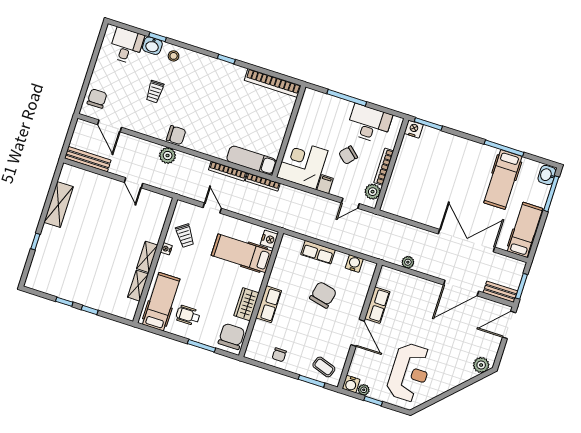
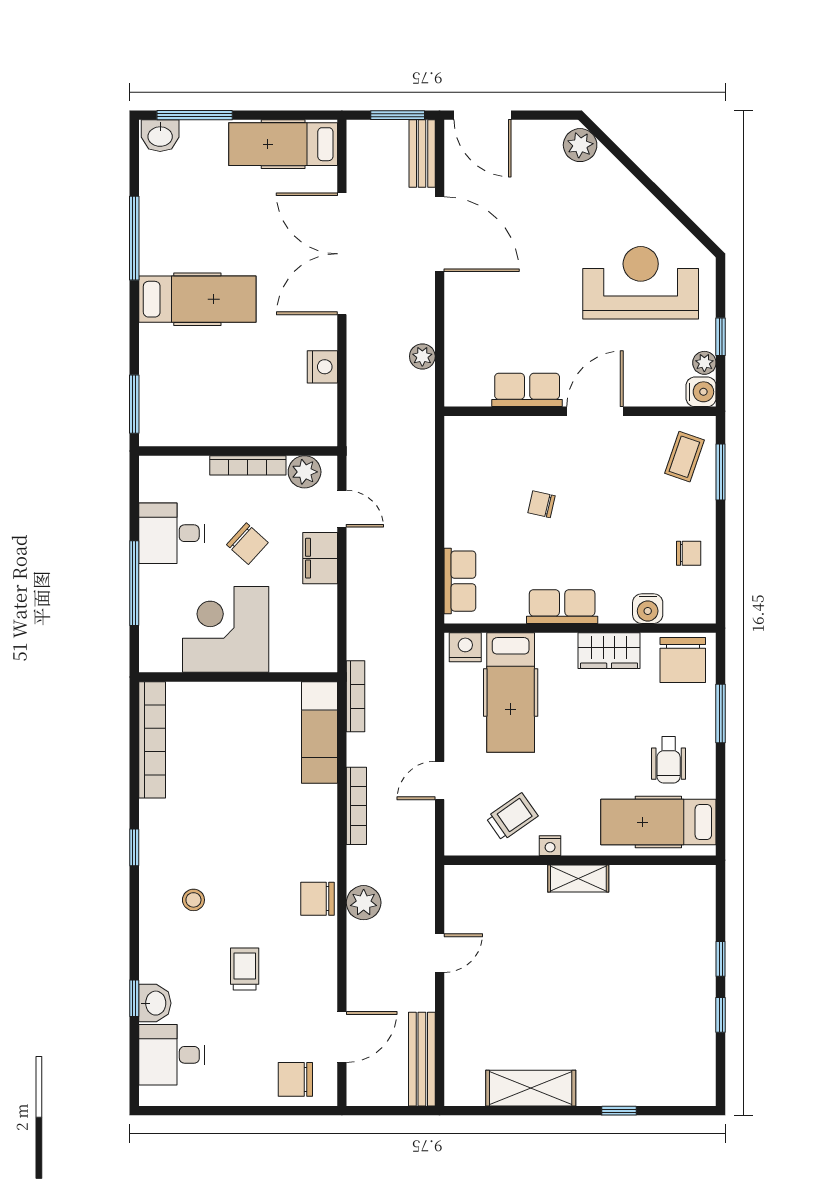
stool: (174, 56) -> (193, 900), moved
trolley: (155, 92) -> (245, 969), turned -90
desk: (369, 124) -> (172, 533), width x0.73
nightstand: (414, 129) -> (322, 367), moved, turned 180
chair: (176, 135) -> (318, 899), turned -90
corner desk: (302, 164) -> (226, 629), moved, turned 90
bookcase: (228, 171) -> (356, 806), moved
hospital bed: (503, 180) -> (197, 299), moved
filing cabinet: (325, 184) -> (320, 558), width x2.00
row of seats: (318, 252) -> (460, 581), moved
water cooler: (354, 263) -> (648, 609), moved, turned -90
shelving: (138, 286) -> (641, 878), removed
chair: (323, 295) -> (541, 504), width x0.54, depth x0.54
row of seats: (269, 304) -> (562, 607), moved
chair: (231, 336) -> (683, 660), turned -90

